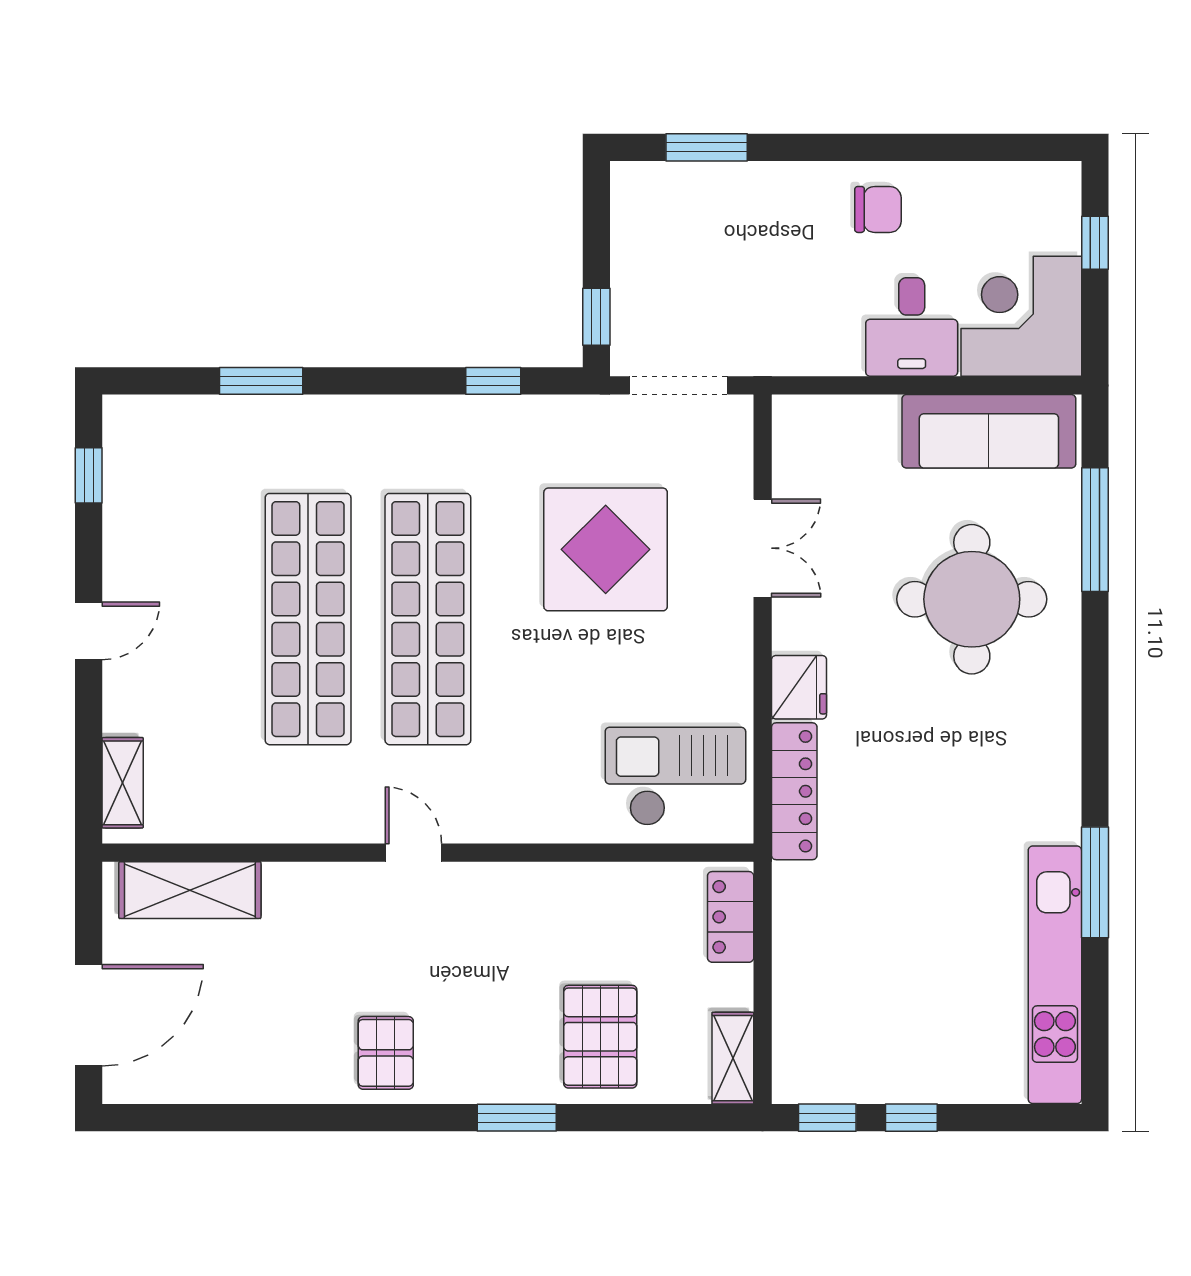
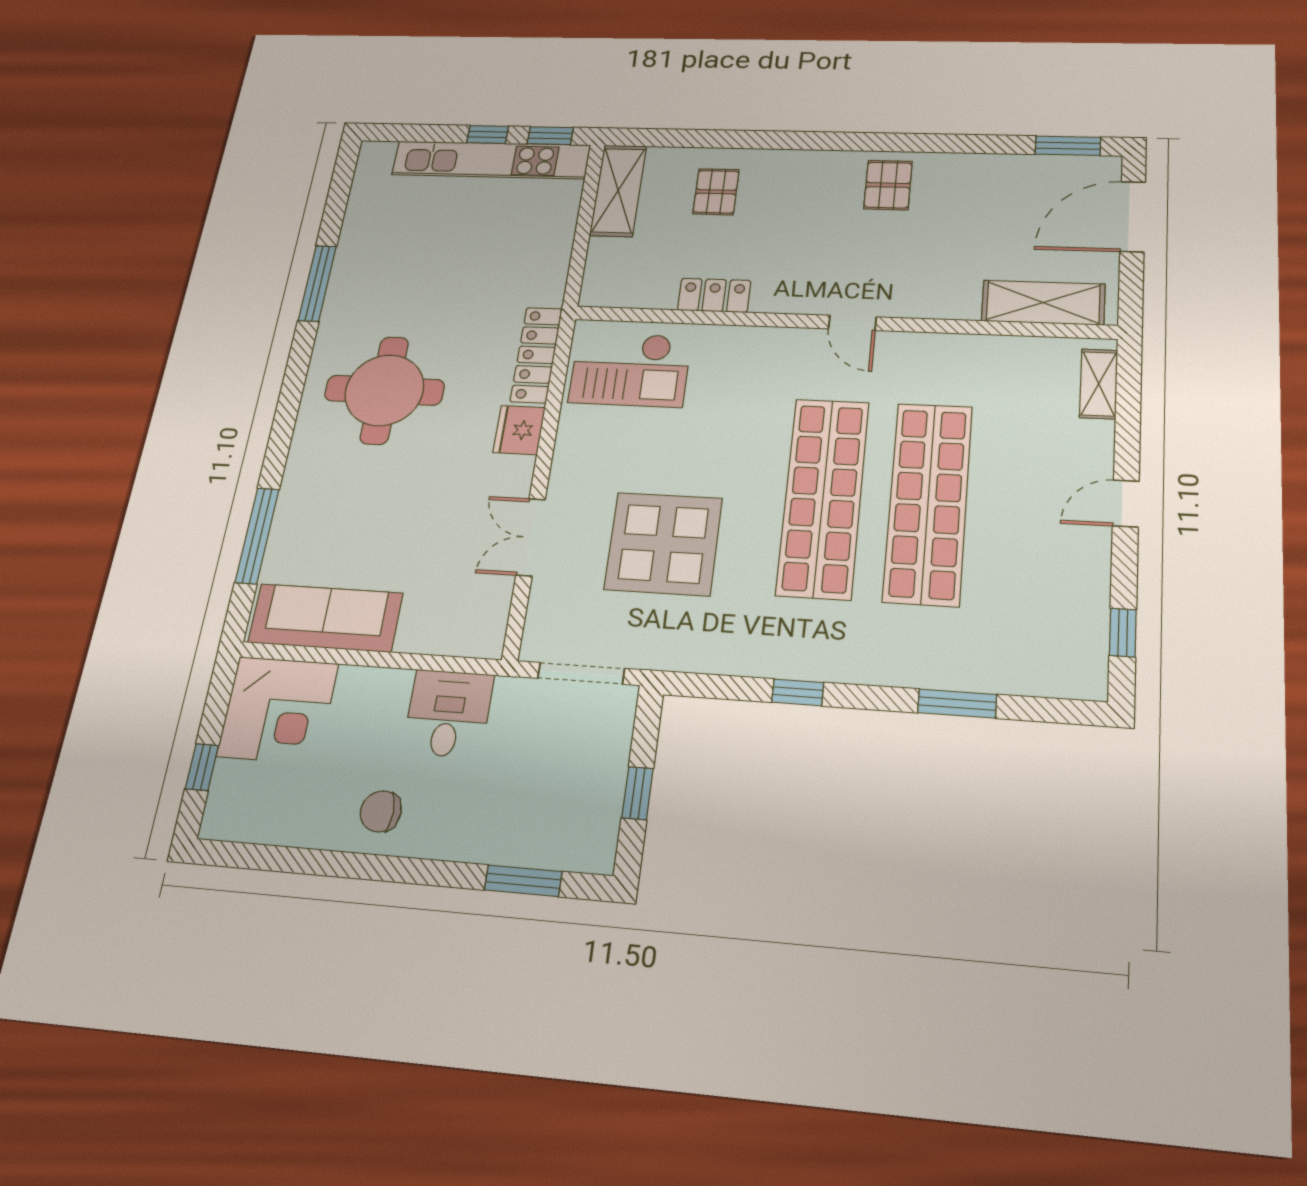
window: (596, 317) -> (637, 793), moved
desk: (912, 327) -> (448, 714), moved
window: (493, 381) -> (798, 692), moved
round table: (972, 599) -> (384, 390), moved
locker: (731, 917) -> (714, 295), moved, turned -90
kitchen unit: (1055, 975) -> (491, 160), moved, turned 90
pallet: (600, 1037) -> (716, 192), width x0.67, depth x0.71
shelving: (733, 1058) -> (618, 190), width x1.50, depth x1.33
window: (517, 1118) -> (1068, 146), moved

